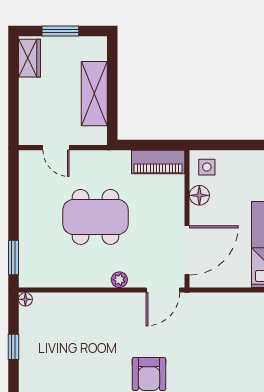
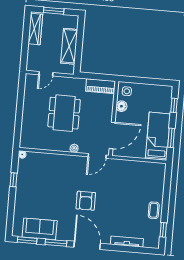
wardrobe: (29, 58) -> (35, 29), width x1.50
door: (56, 148) -> (46, 74), hinge flipped
dining table: (96, 217) -> (64, 113), turned 90
window: (13, 258) -> (18, 131), removed

